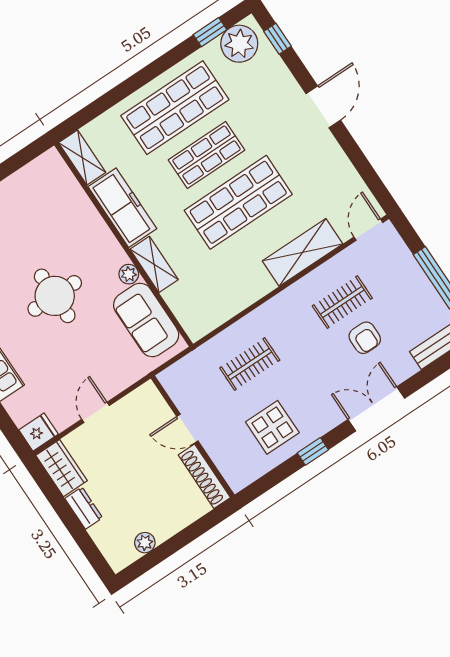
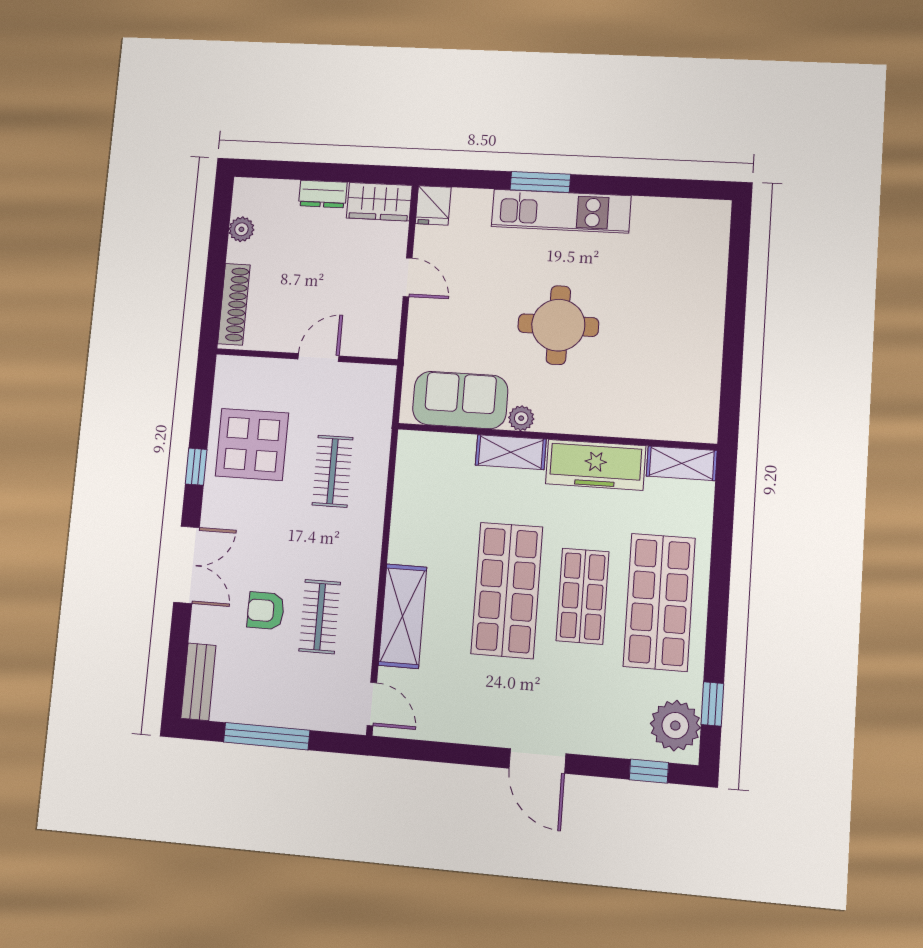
display table: (272, 427) -> (252, 444), width x1.36, depth x1.36
shoe rack: (204, 476) -> (234, 304), moved, turned 90

